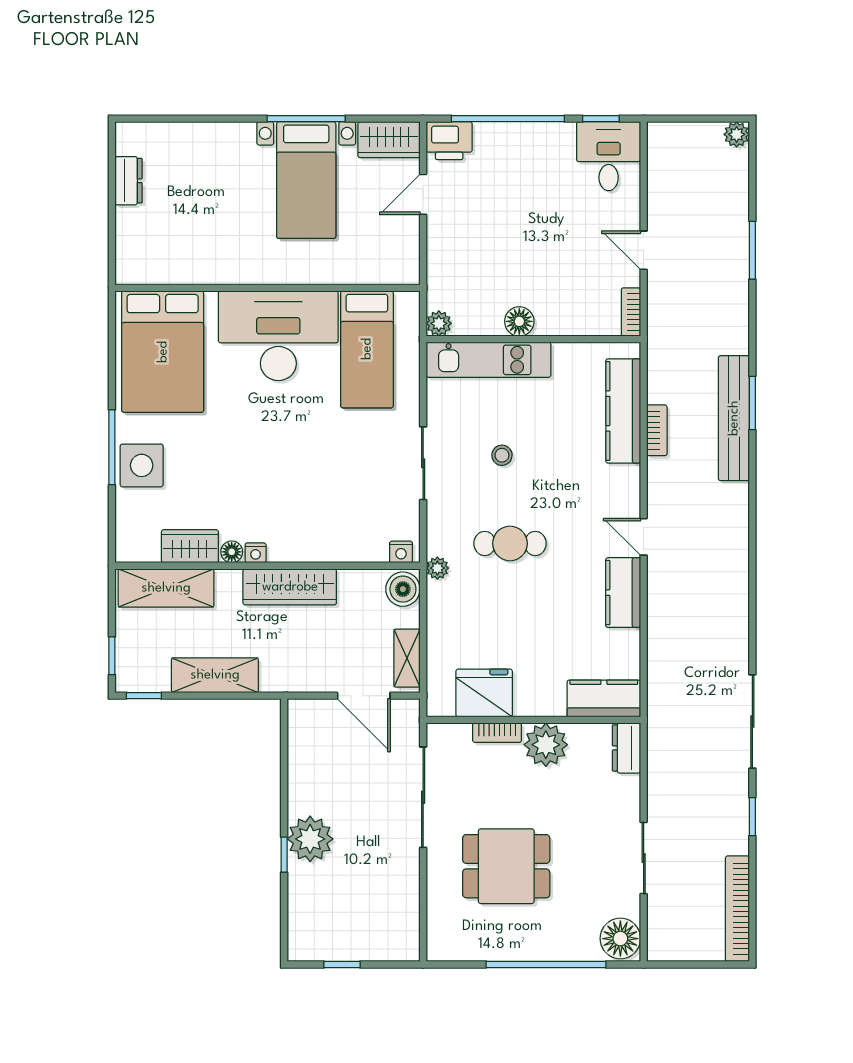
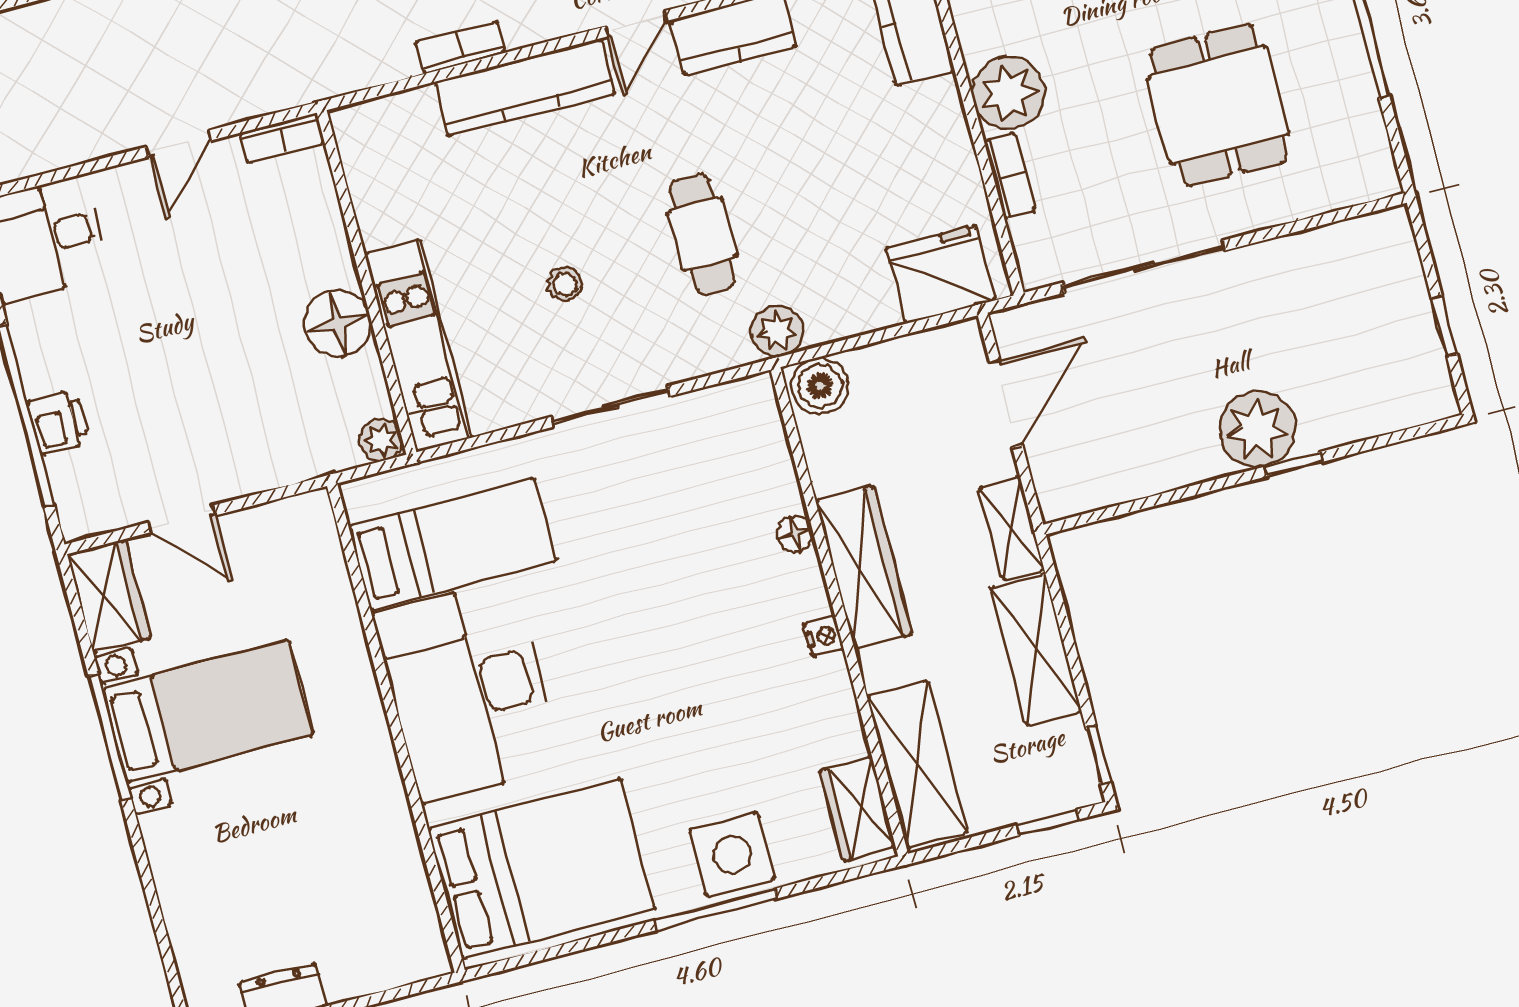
printer: (449, 141) -> (59, 423), moved, width x0.73, depth x0.81
floor lamp: (519, 321) -> (338, 323), width x1.38, depth x1.38
kitchen counter: (623, 411) -> (525, 88), moved
wardrobe: (190, 546) -> (858, 809), moved
floor lamp: (232, 552) -> (795, 534), moved
nightstand: (401, 552) -> (761, 404), removed
plant: (437, 568) -> (777, 331), width x1.38, depth x1.38
shelving: (407, 658) -> (1012, 529), moved, turned 90
fridge: (484, 693) -> (940, 274), moved, turned 90

